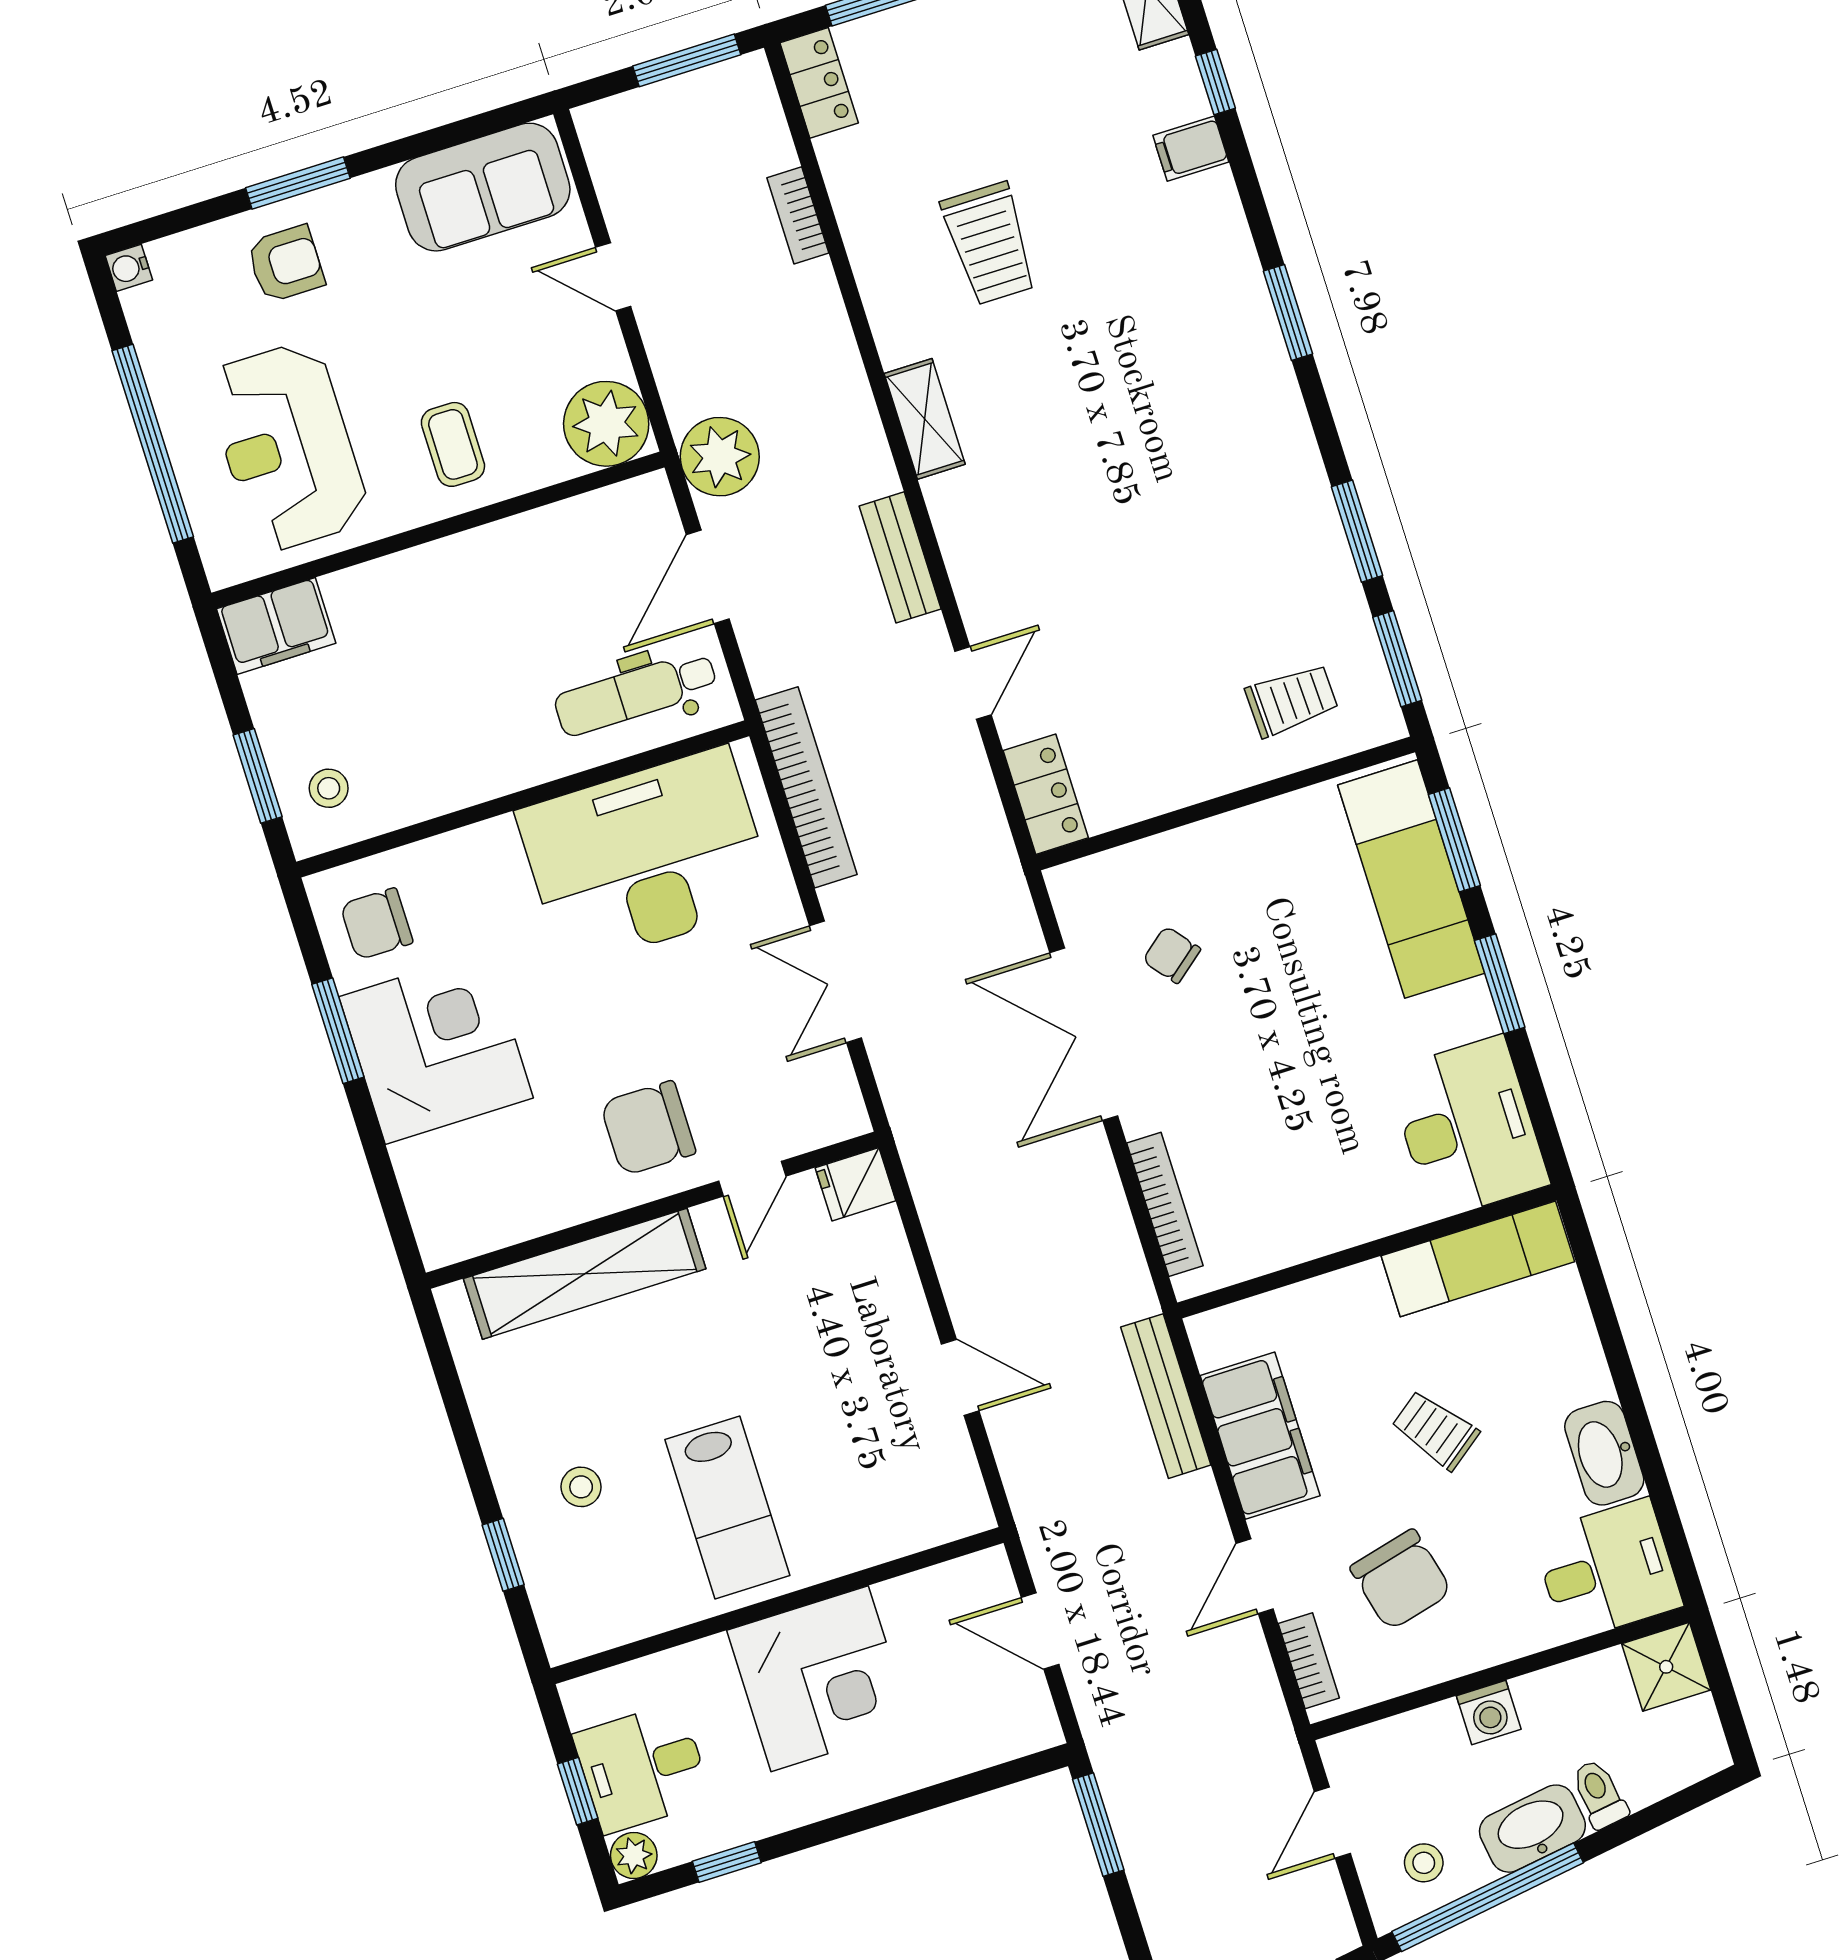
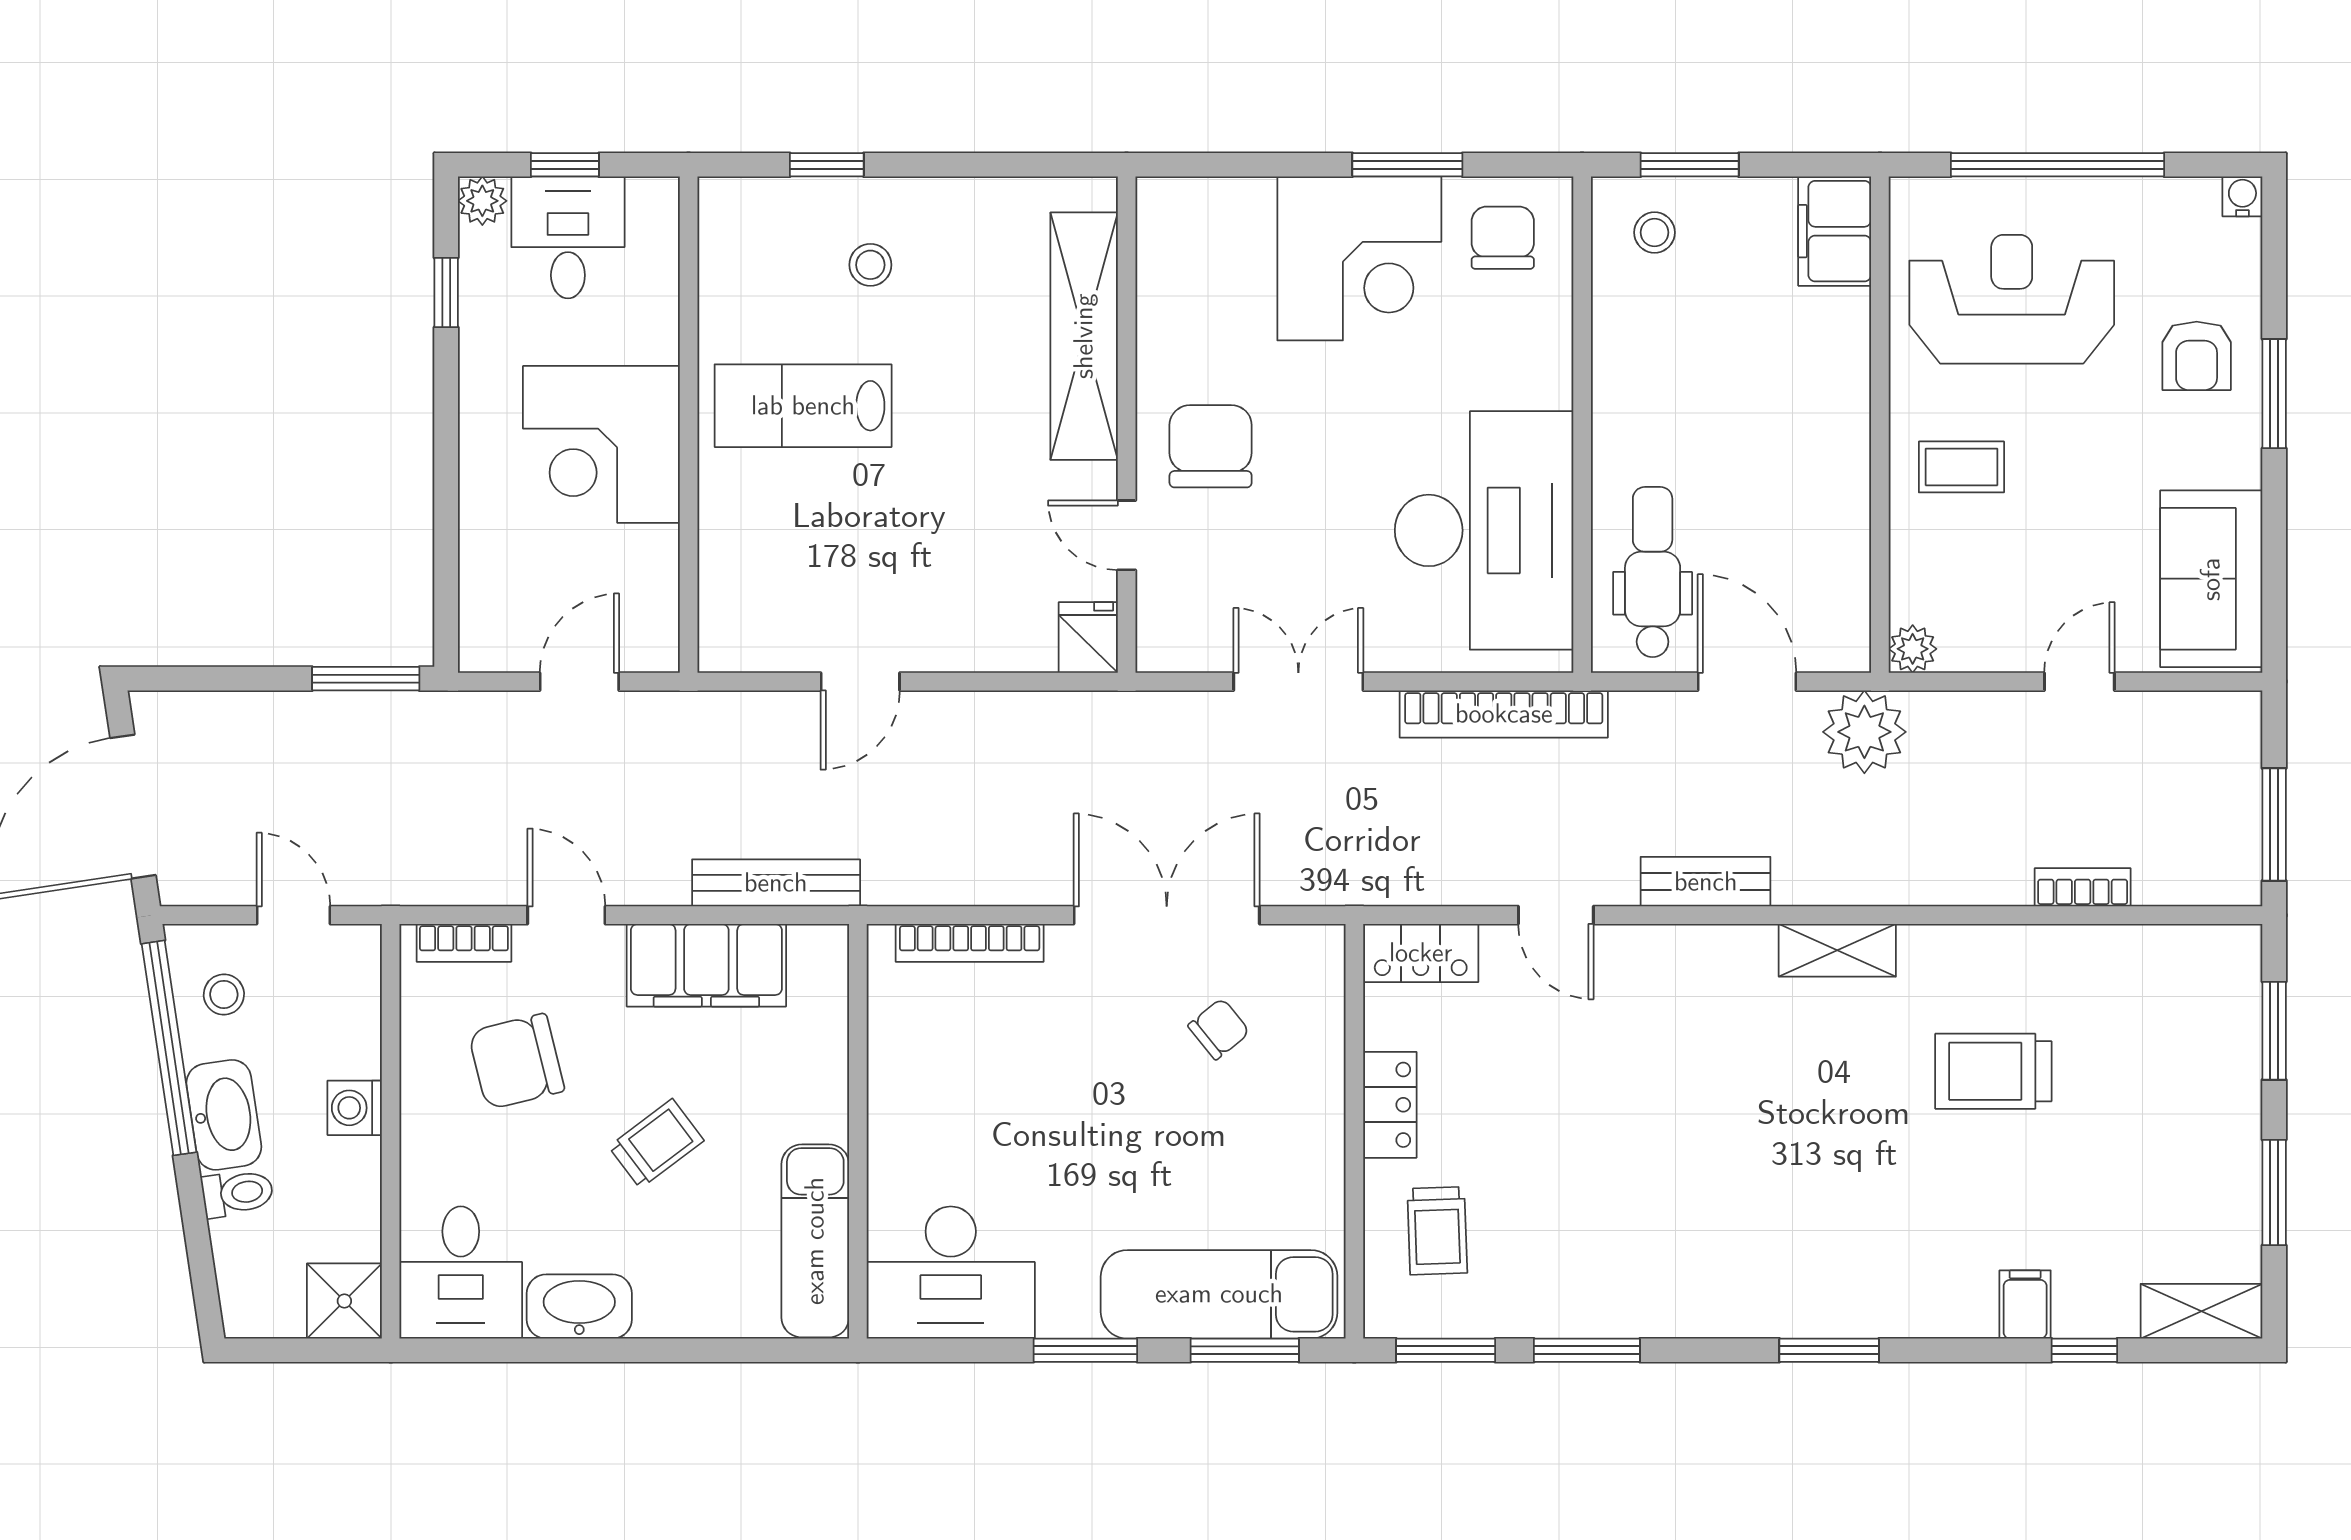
locker: (819, 83) -> (1390, 1105), moved, turned -90
plant: (606, 424) -> (1913, 649), width x0.53, depth x0.53

